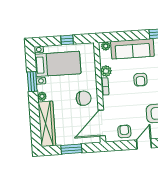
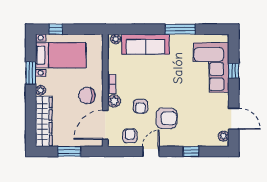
window: (67, 40) -> (56, 29), moved
plant: (106, 71) -> (114, 101), moved
armchair: (140, 80) -> (141, 106), moved
chair: (84, 98) -> (87, 96), turned 180

